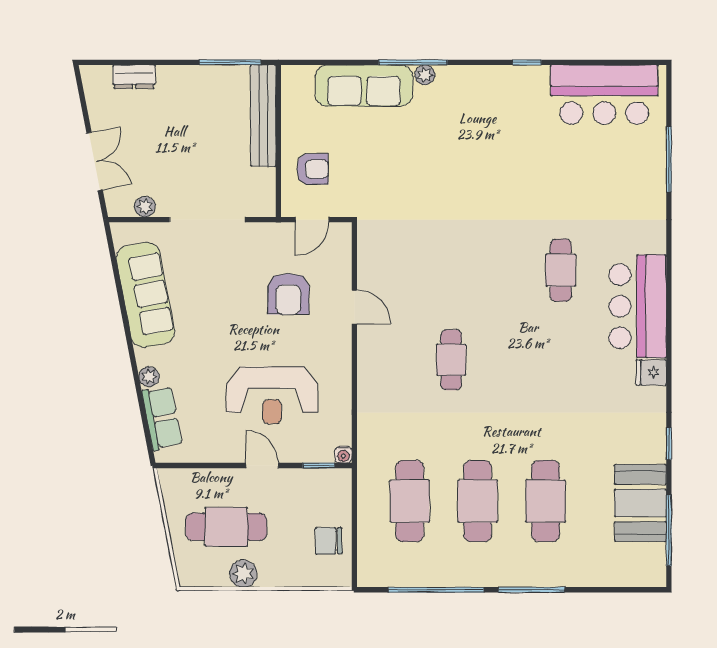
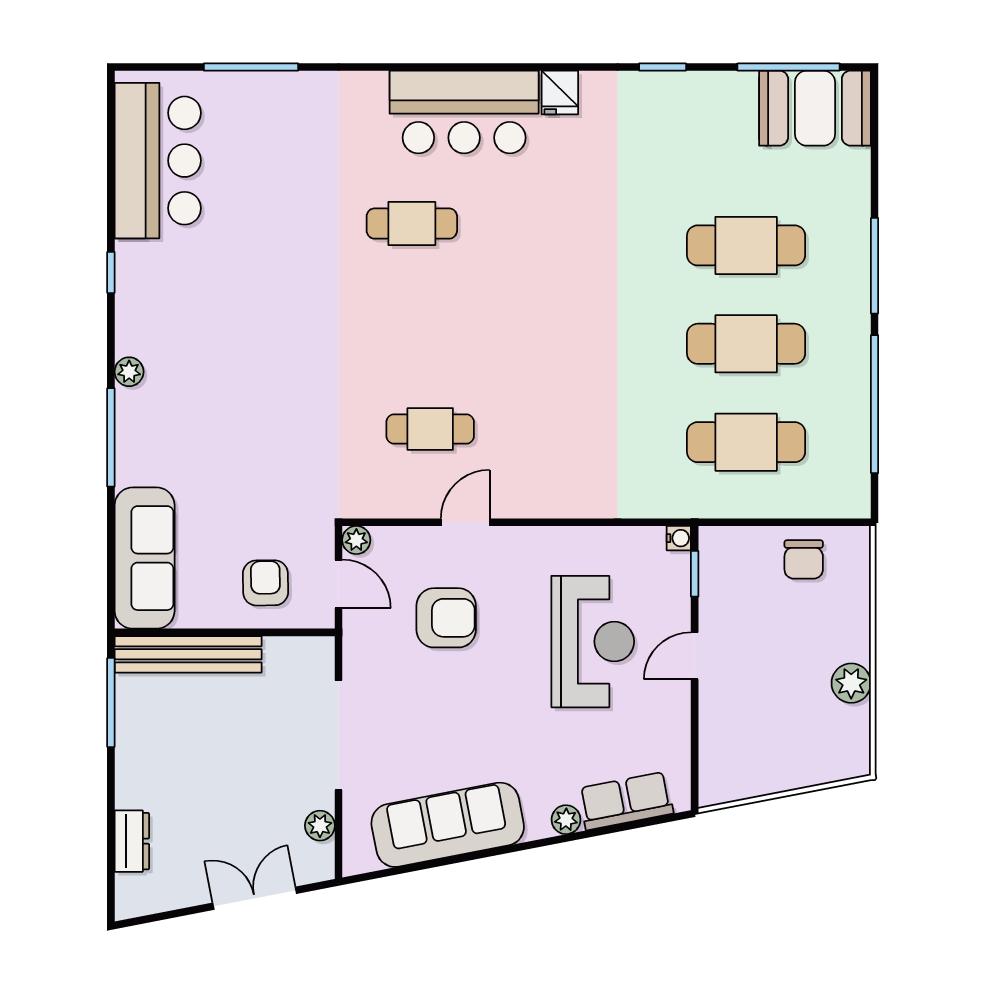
plant: (425, 75) -> (129, 372), moved
sofa: (364, 86) -> (145, 558), moved
plant: (342, 232) -> (356, 540), added
cafe table: (451, 360) -> (430, 429), moved
booth: (640, 503) -> (815, 108), moved
cafe table: (226, 527) -> (783, 708), removed

